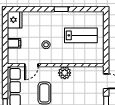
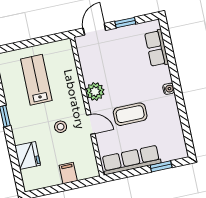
fridge: (15, 20) -> (28, 155), moved, turned 90
door: (31, 65) -> (91, 124), moved

